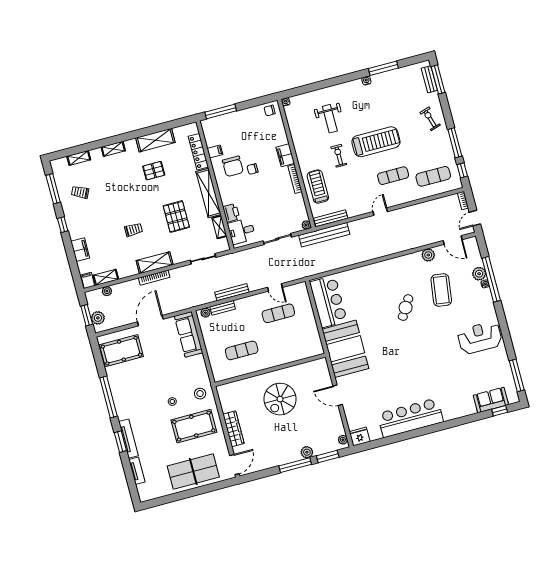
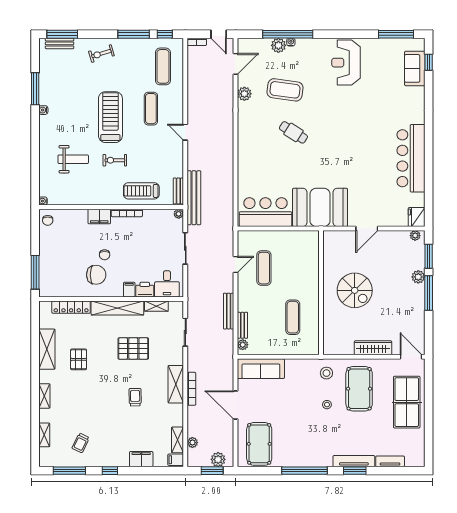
filing cabinet: (215, 152) -> (129, 290), moved
bench: (331, 218) -> (178, 191), width x0.73

